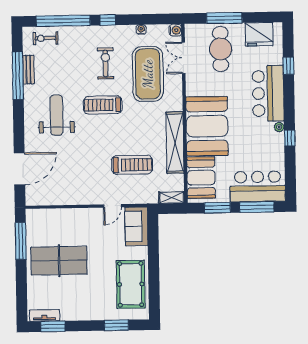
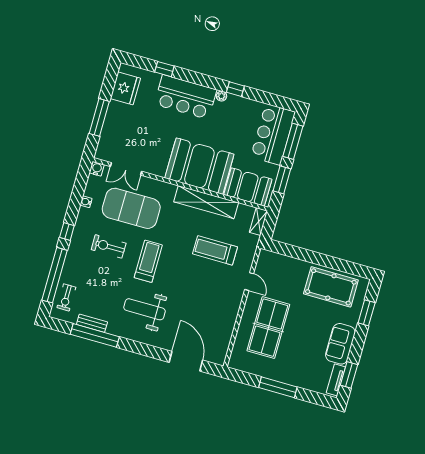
cafe table: (221, 49) -> (128, 130), removed
treadmill: (103, 105) -> (148, 261), turned 180
treadmill: (132, 165) -> (215, 250), turned -90
sofa: (136, 226) -> (340, 344), moved, turned 90
window: (21, 241) -> (278, 387), moved
table tennis table: (59, 261) -> (268, 328), moved

